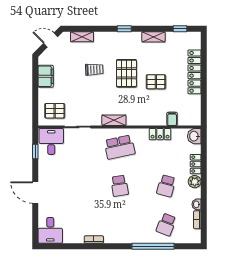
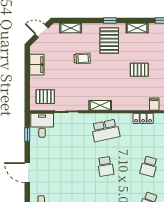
pallet: (126, 73) -> (109, 41), moved

